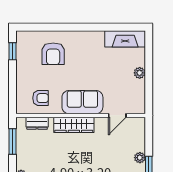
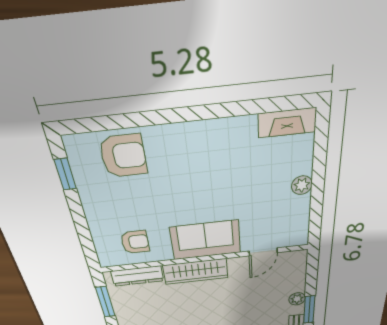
fireplace: (125, 39) -> (287, 123), width x0.73, depth x0.76
armchair: (53, 54) -> (123, 156), moved, turned -90
dresser: (37, 123) -> (137, 276), width x1.44

